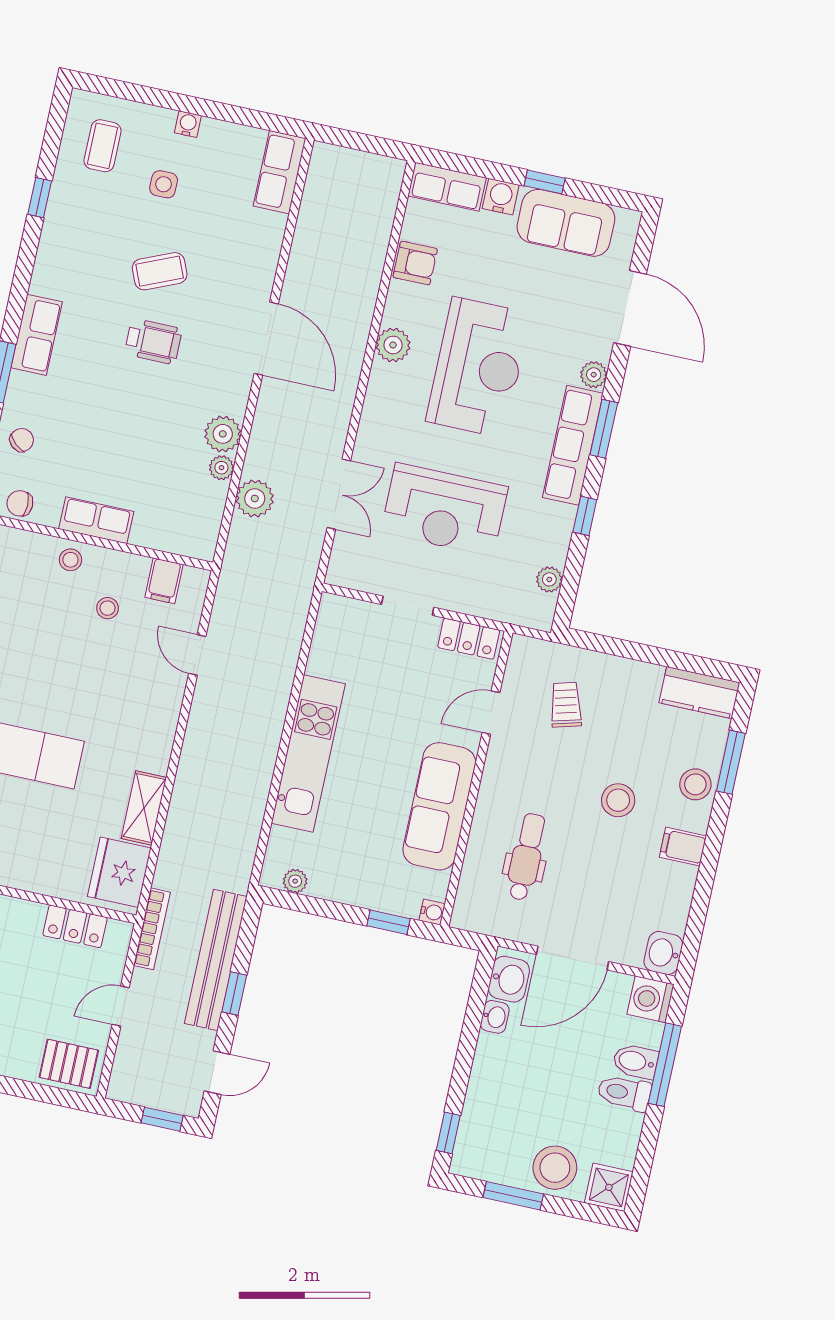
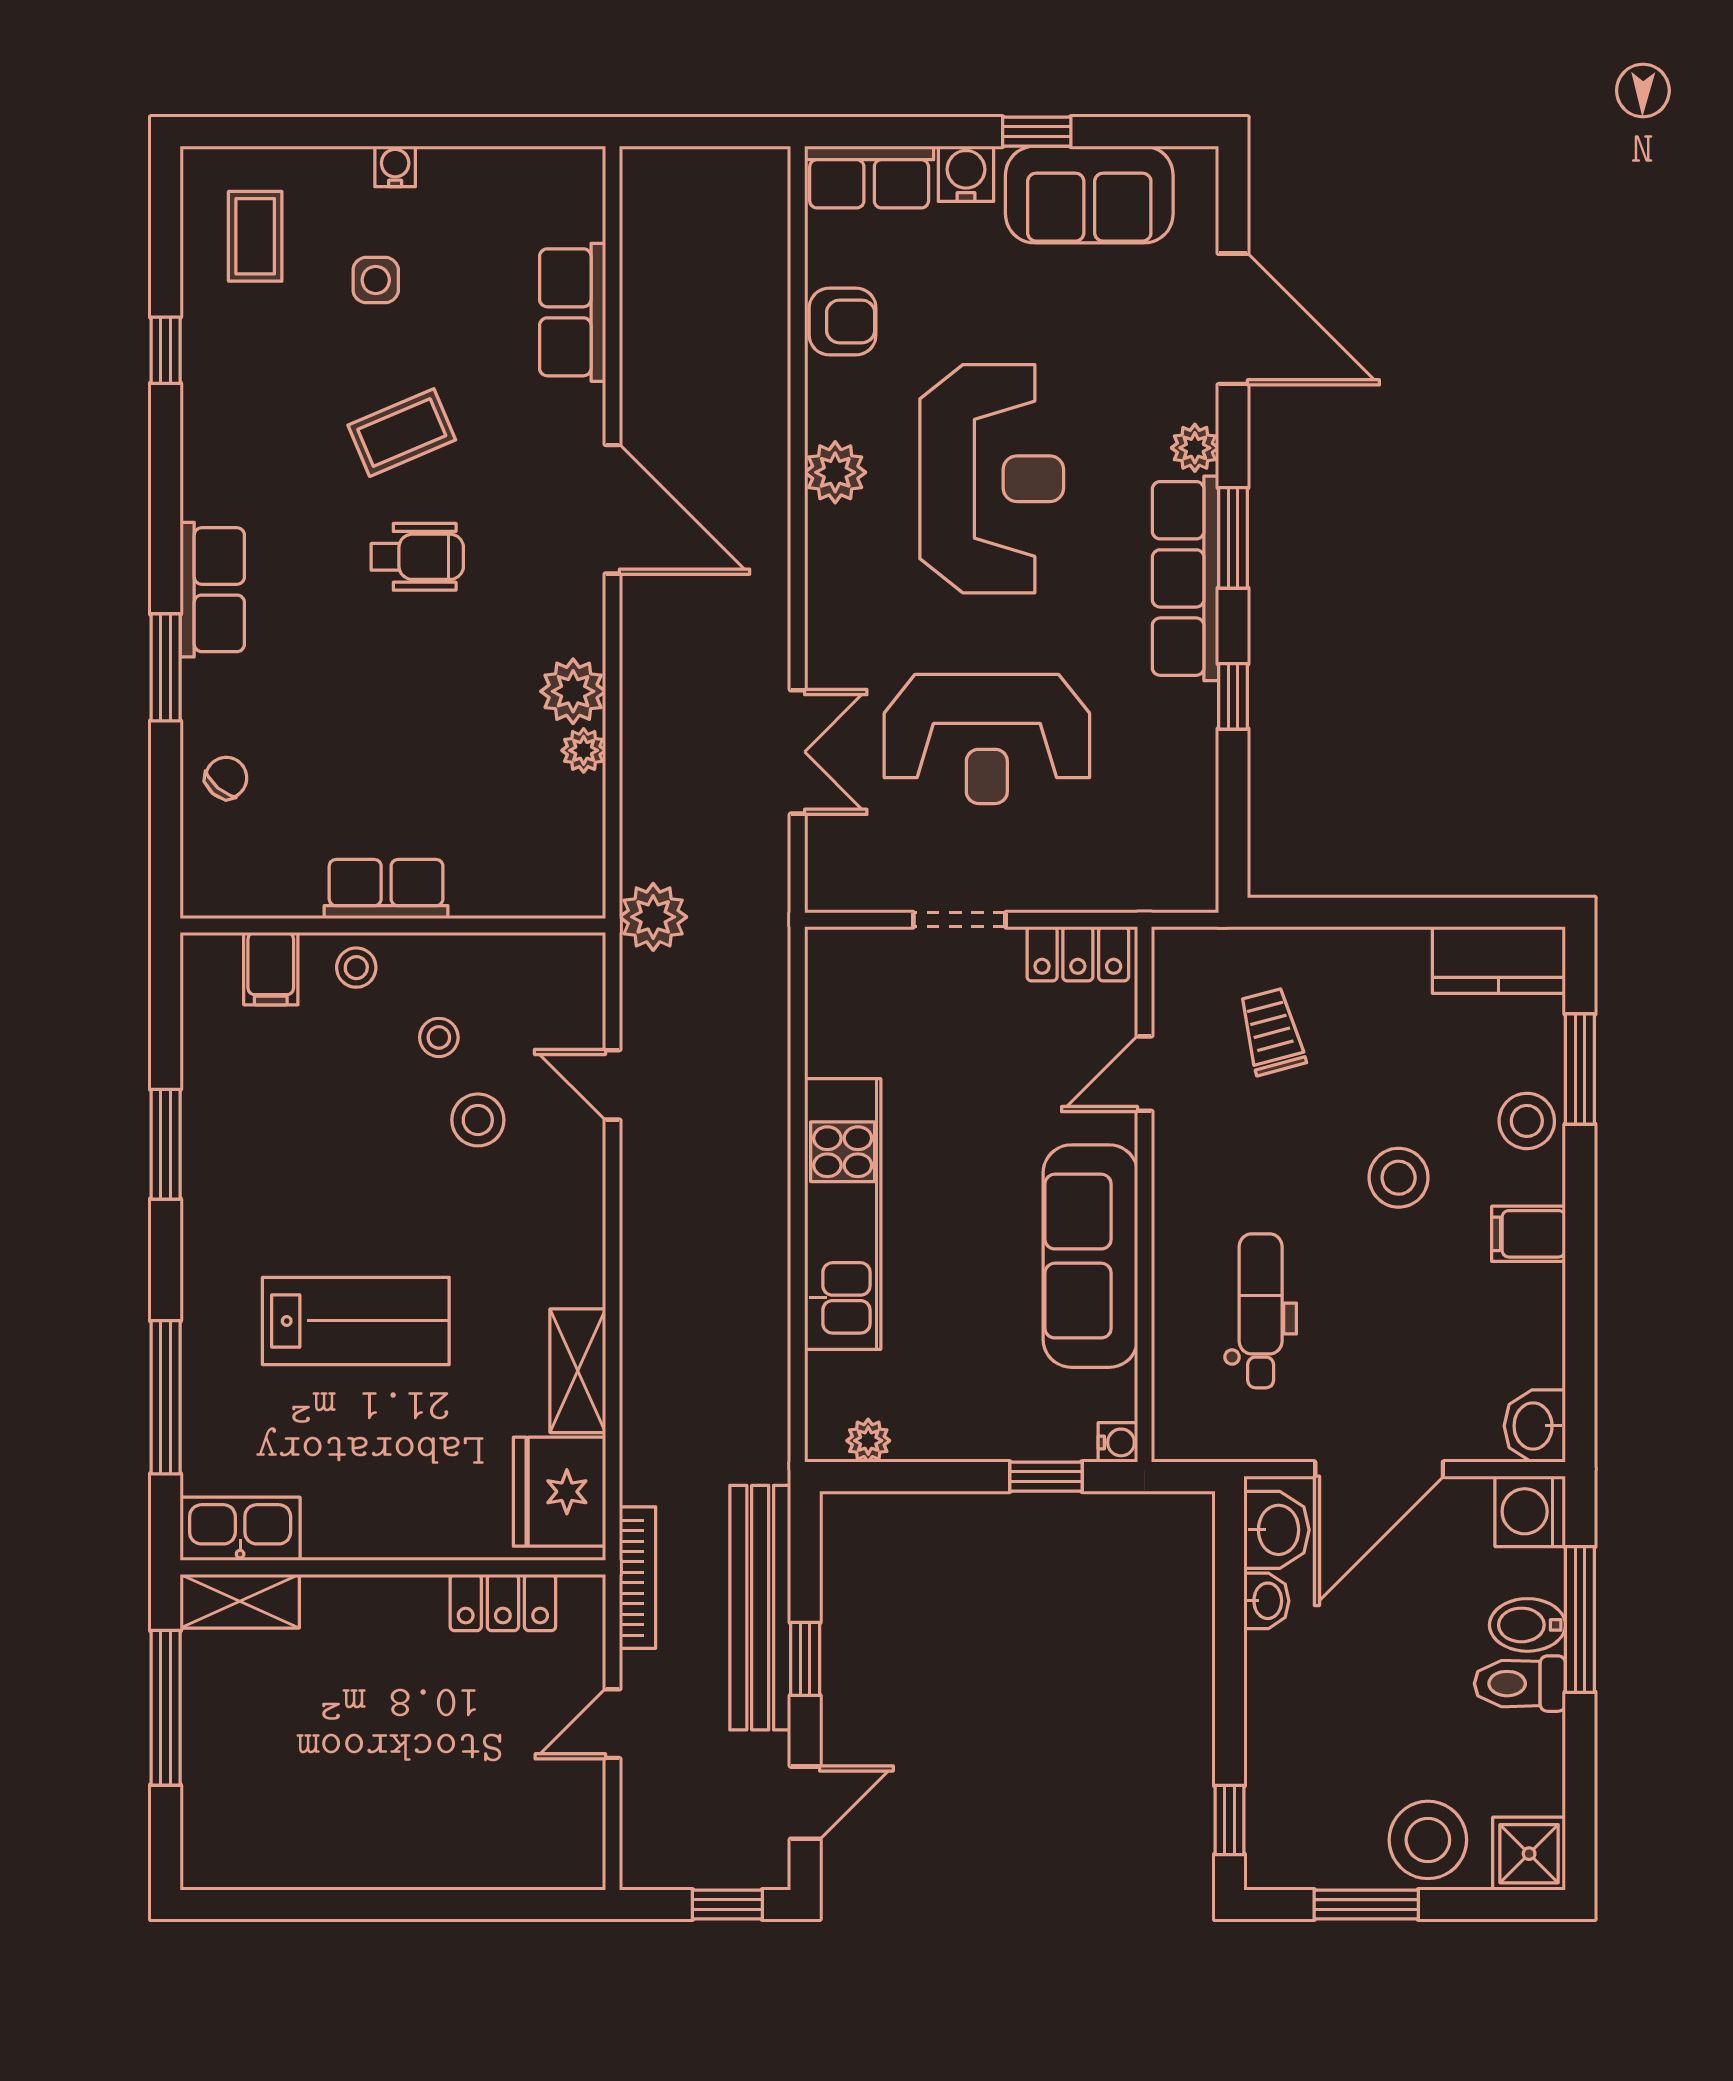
row of seats: (280, 172) -> (573, 312), moved
plant: (255, 499) -> (653, 917), moved
chair: (20, 503) -> (247, 889), removed
plant: (549, 579) -> (1195, 820), removed
filing cabinet: (164, 581) -> (271, 969), moved
stool: (119, 658) -> (478, 1120), added
pallet: (69, 1064) -> (544, 1844), removed

